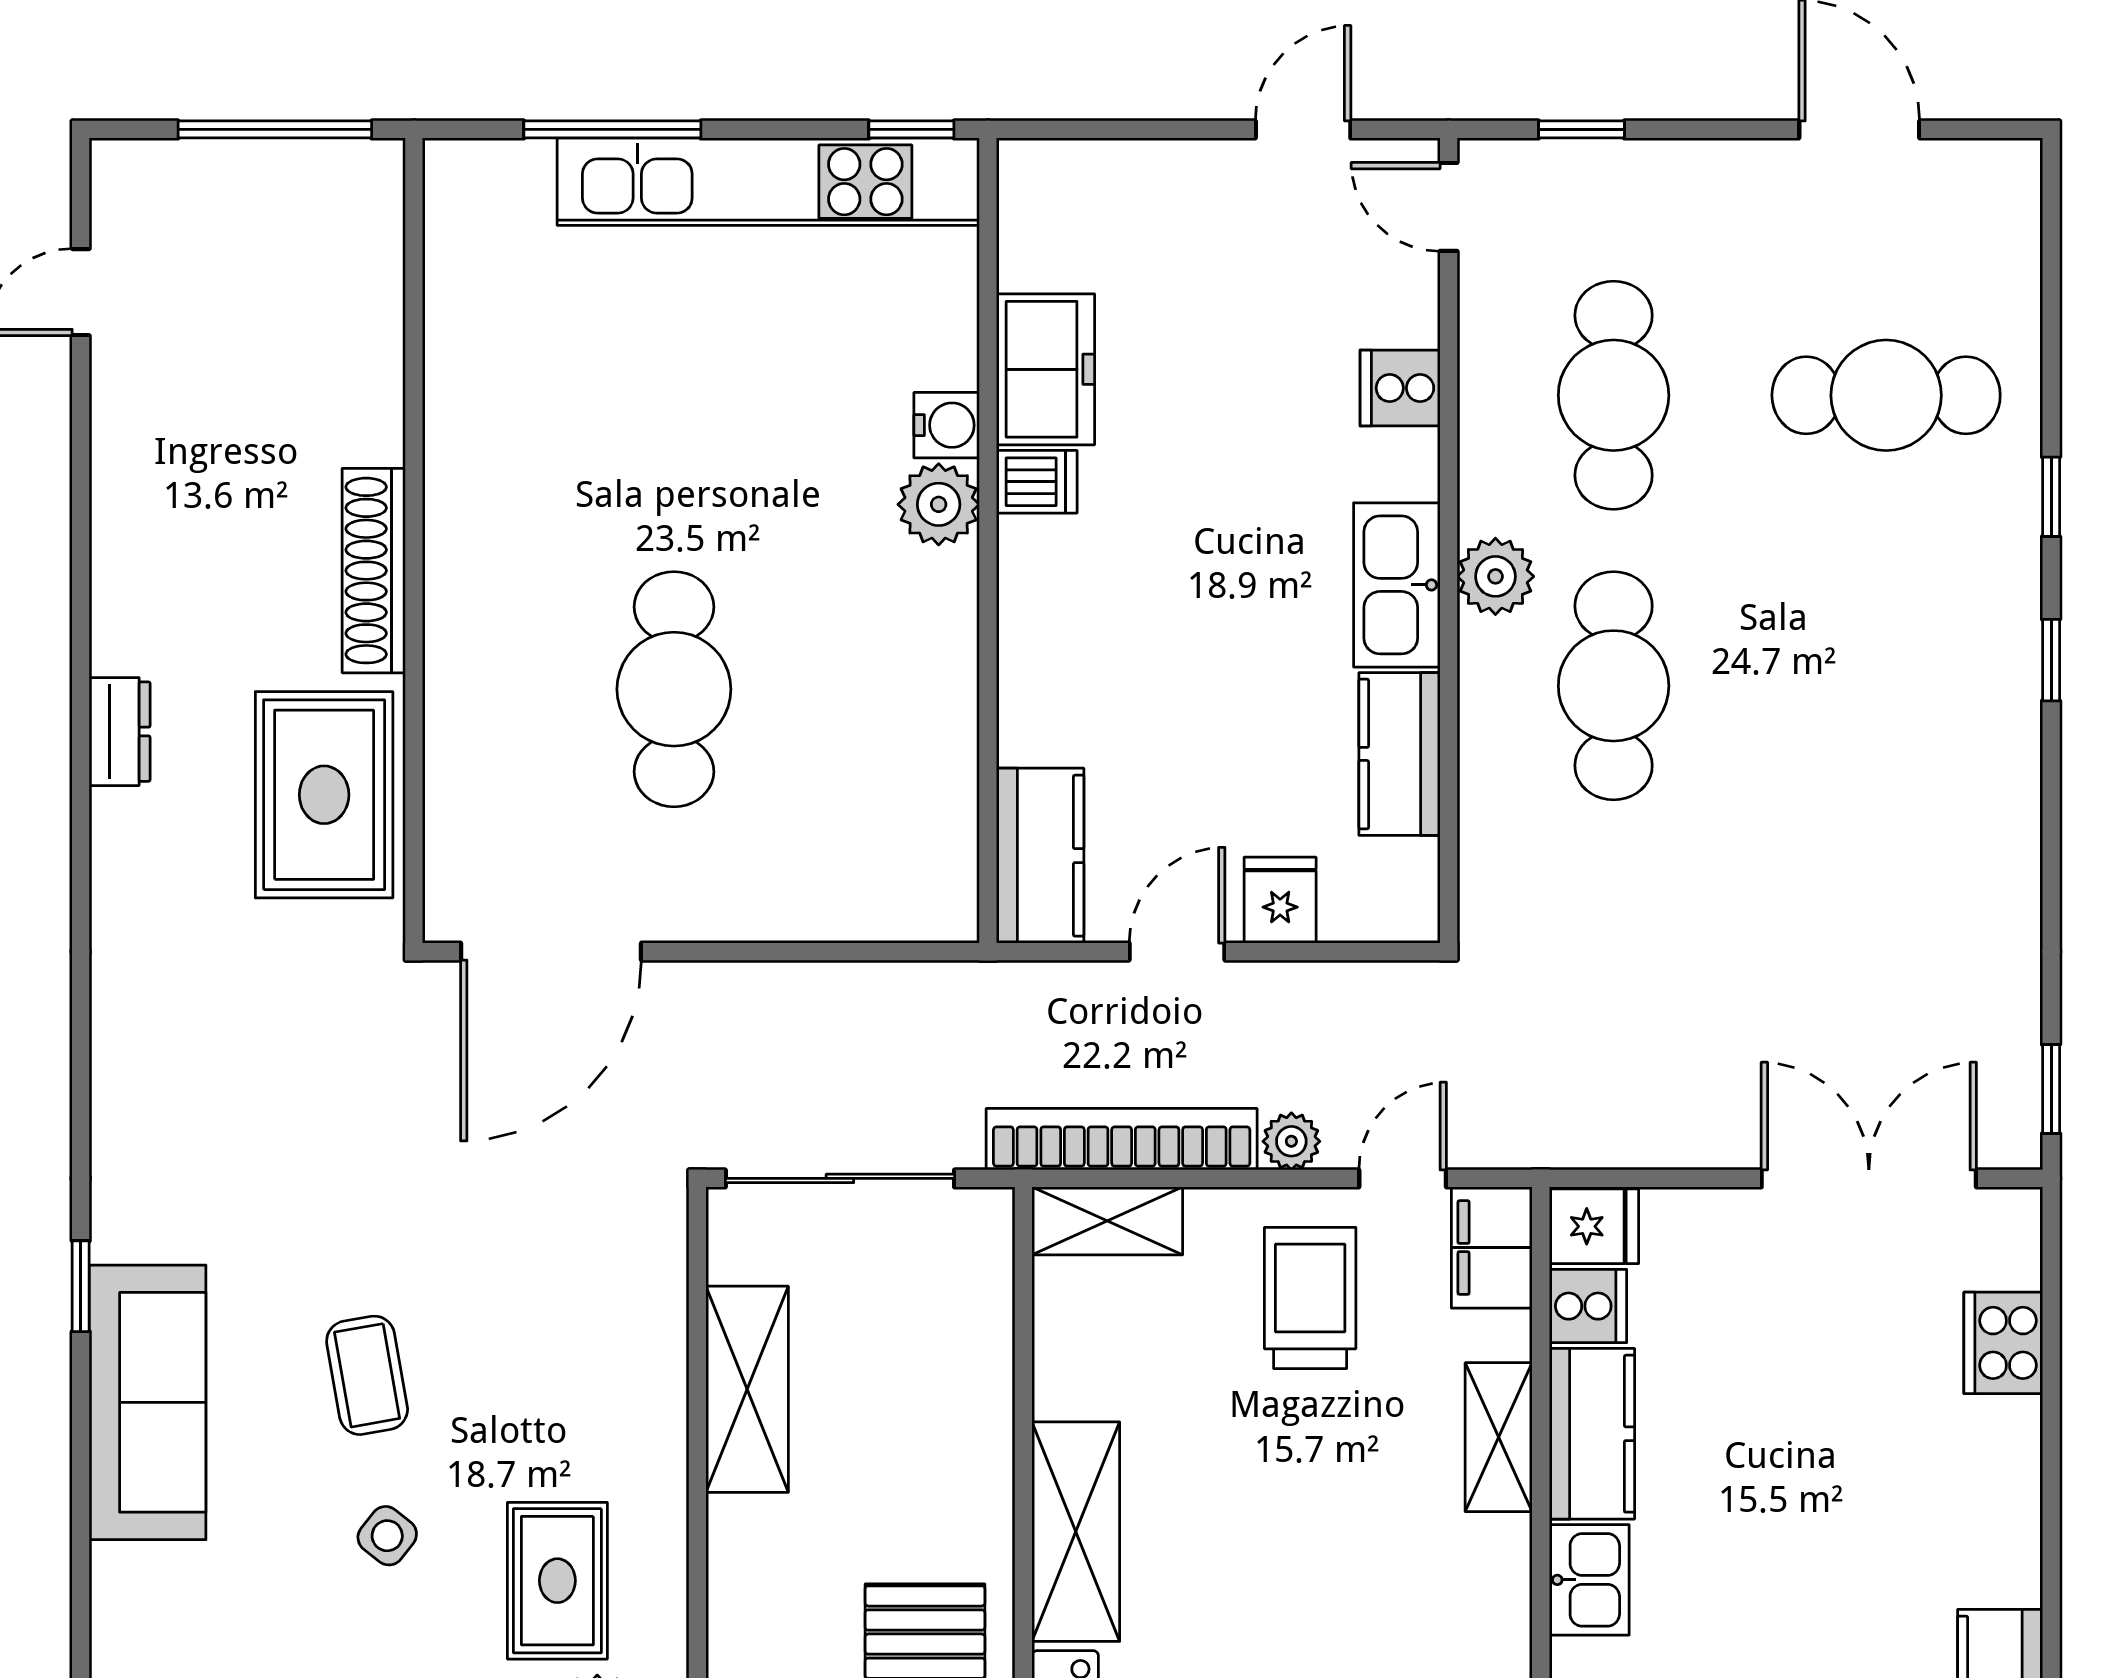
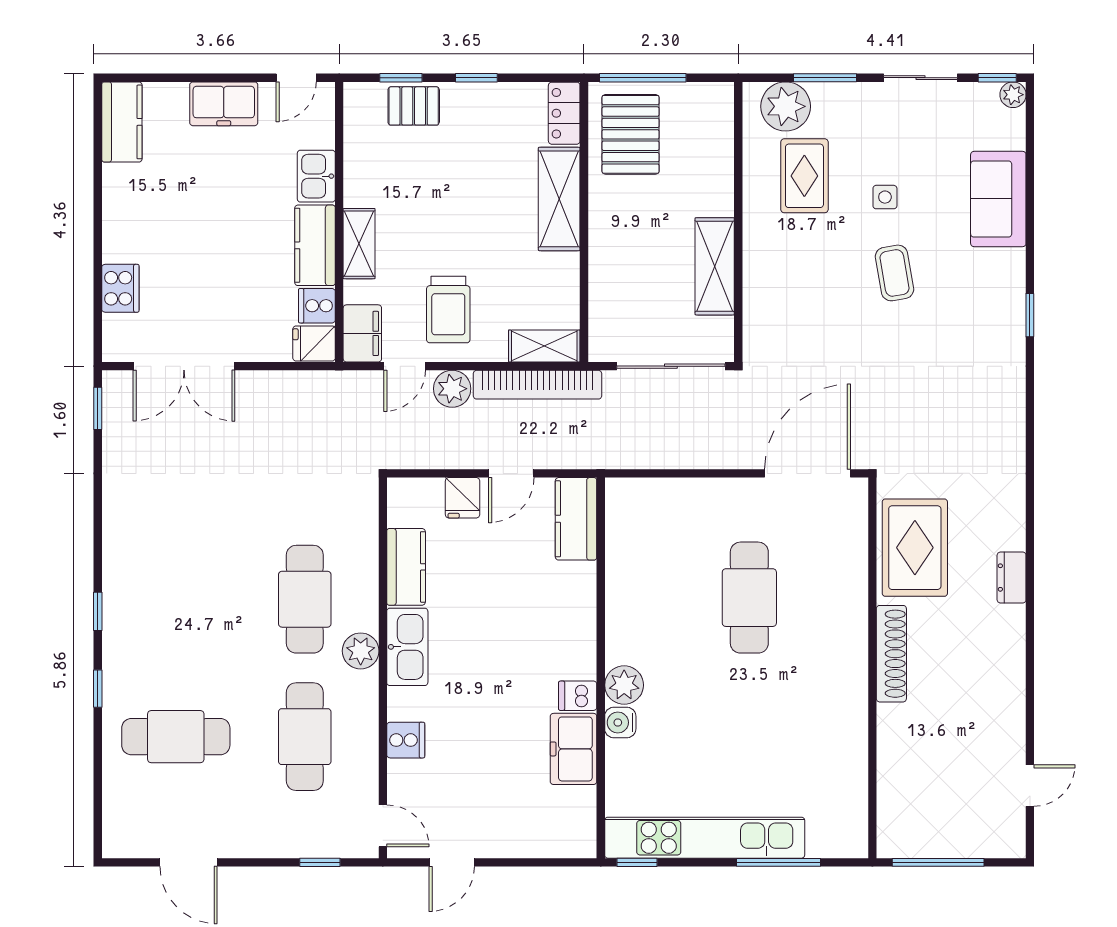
plant: (1291, 1141) -> (452, 389), width x1.38, depth x1.38
sofa: (148, 1402) -> (998, 199), moved, width x0.73
side table: (387, 1536) -> (885, 197), turned -38

